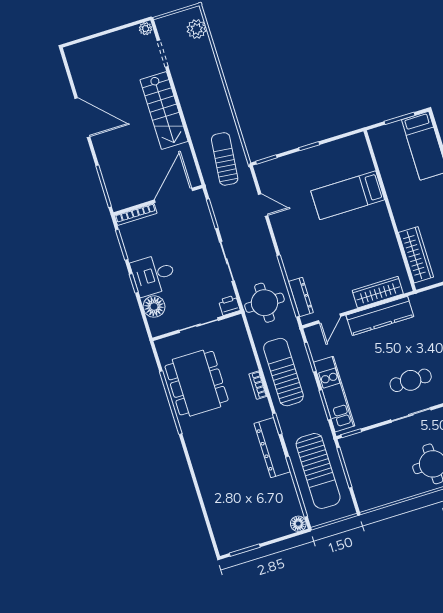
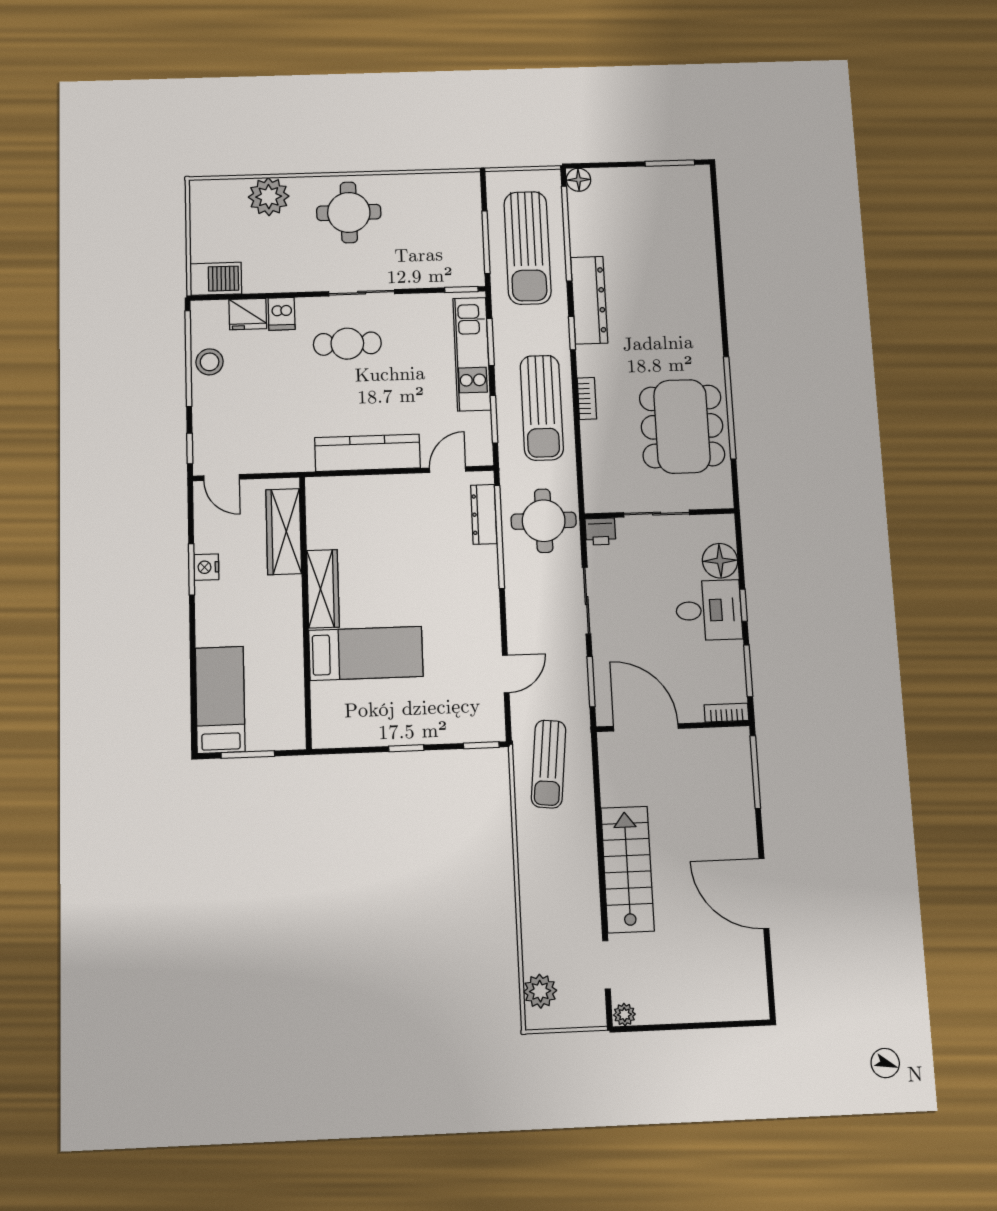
door: (174, 195) -> (646, 727), swing flipped
door: (263, 205) -> (506, 674), swing flipped
bookcase: (136, 214) -> (726, 713), width x0.64
wardrobe: (378, 292) -> (323, 589), moved, turned -90
sun lounger: (318, 471) -> (528, 248), turned 180

